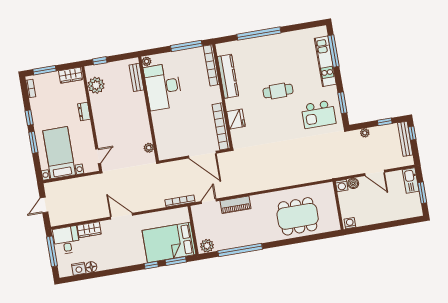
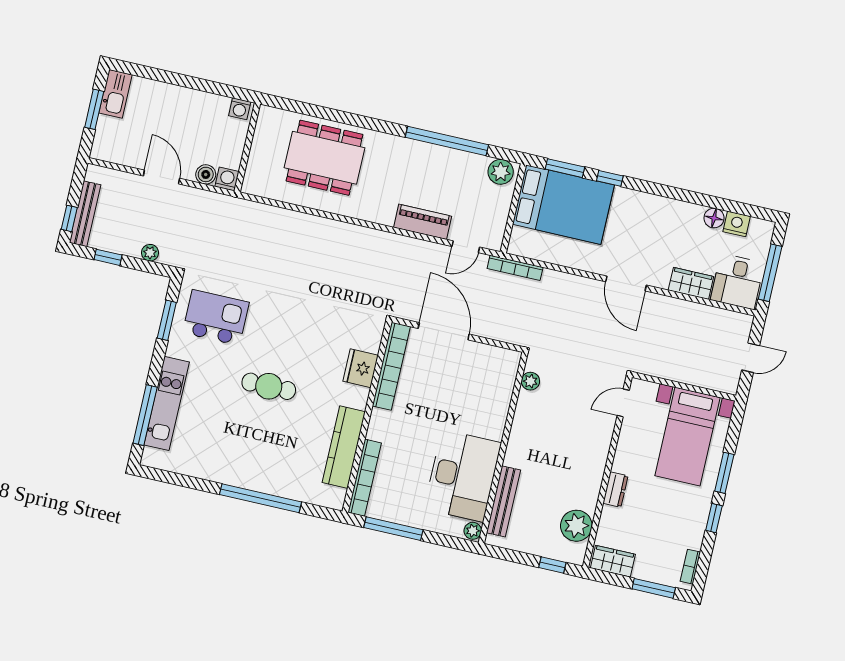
bench: (136, 77) -> (504, 501), width x1.36
kitchen sink: (411, 181) -> (116, 94), moved

